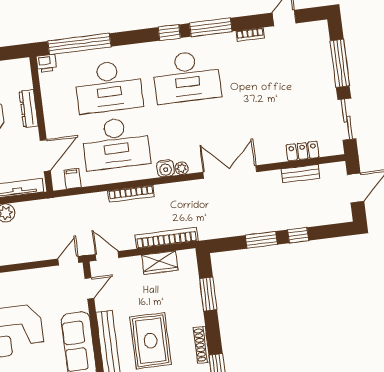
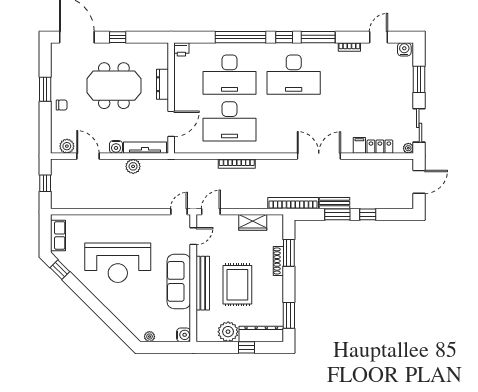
window: (79, 44) -> (240, 37), moved
window: (340, 63) -> (419, 79), width x0.69
water cooler: (165, 168) -> (404, 49), moved, turned 180
plant: (182, 168) -> (408, 148), moved
bench: (300, 174) -> (334, 203), moved
filing cabinet: (72, 179) -> (359, 145), moved
bookcase: (166, 238) -> (293, 203), moved
door: (107, 256) -> (211, 212), hinge flipped
shoe rack: (202, 345) -> (278, 261), moved

